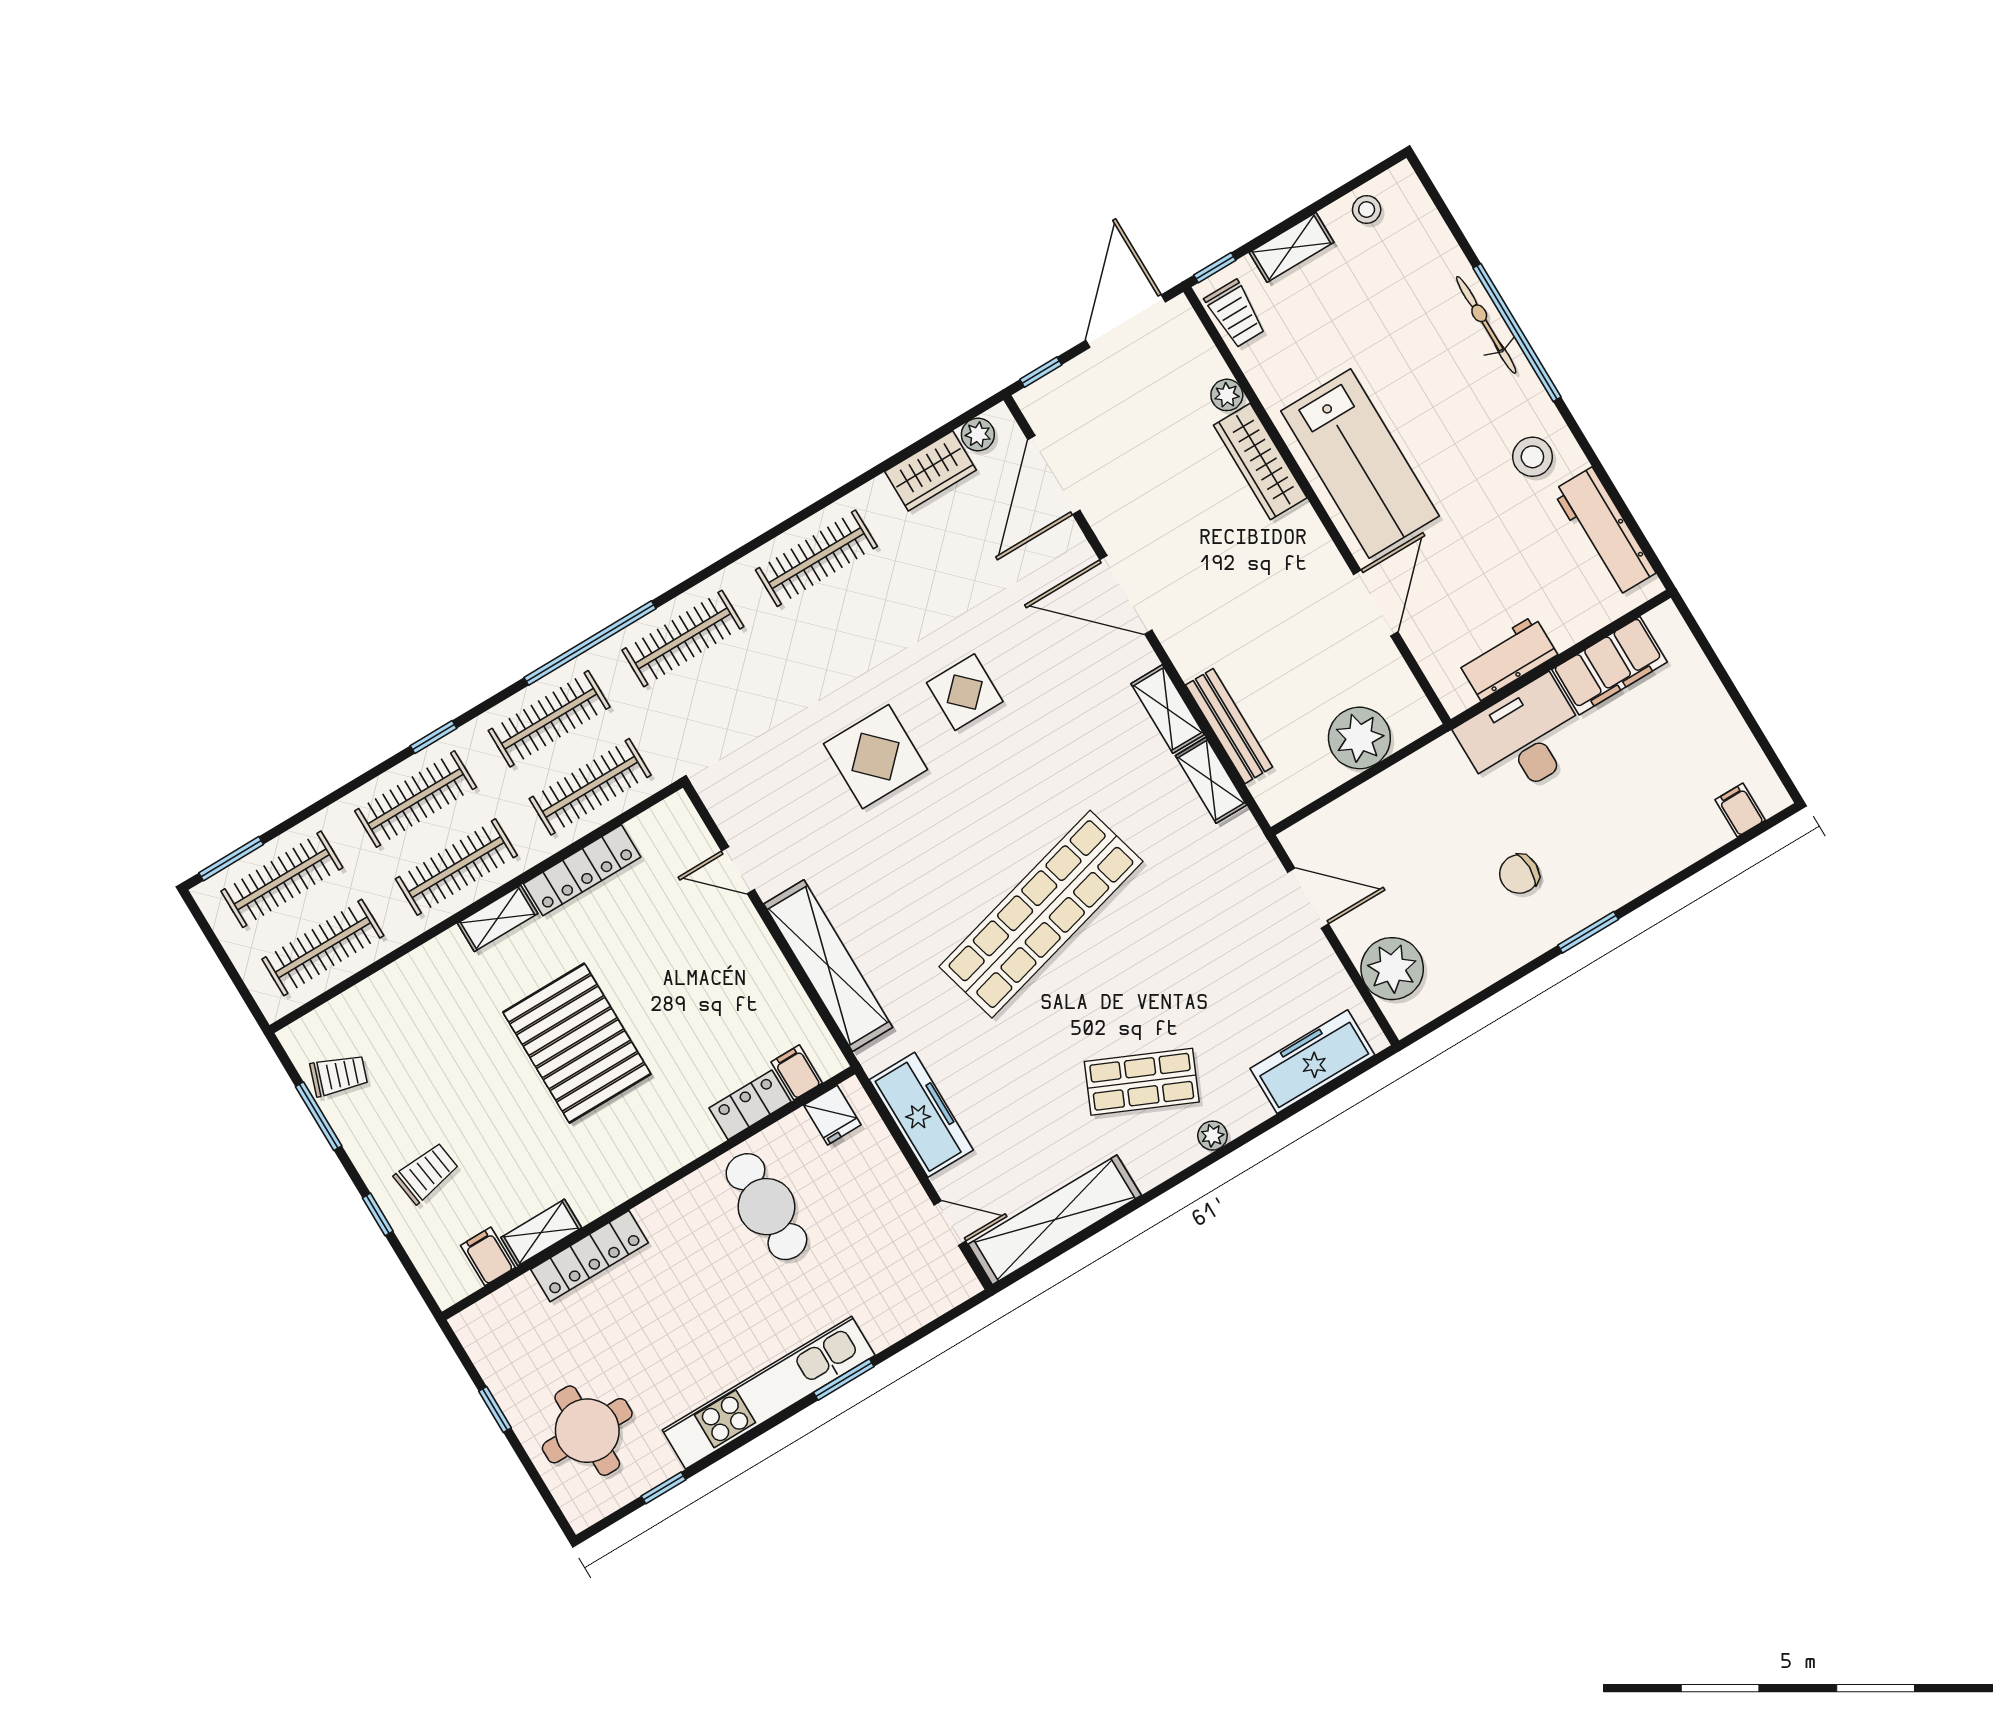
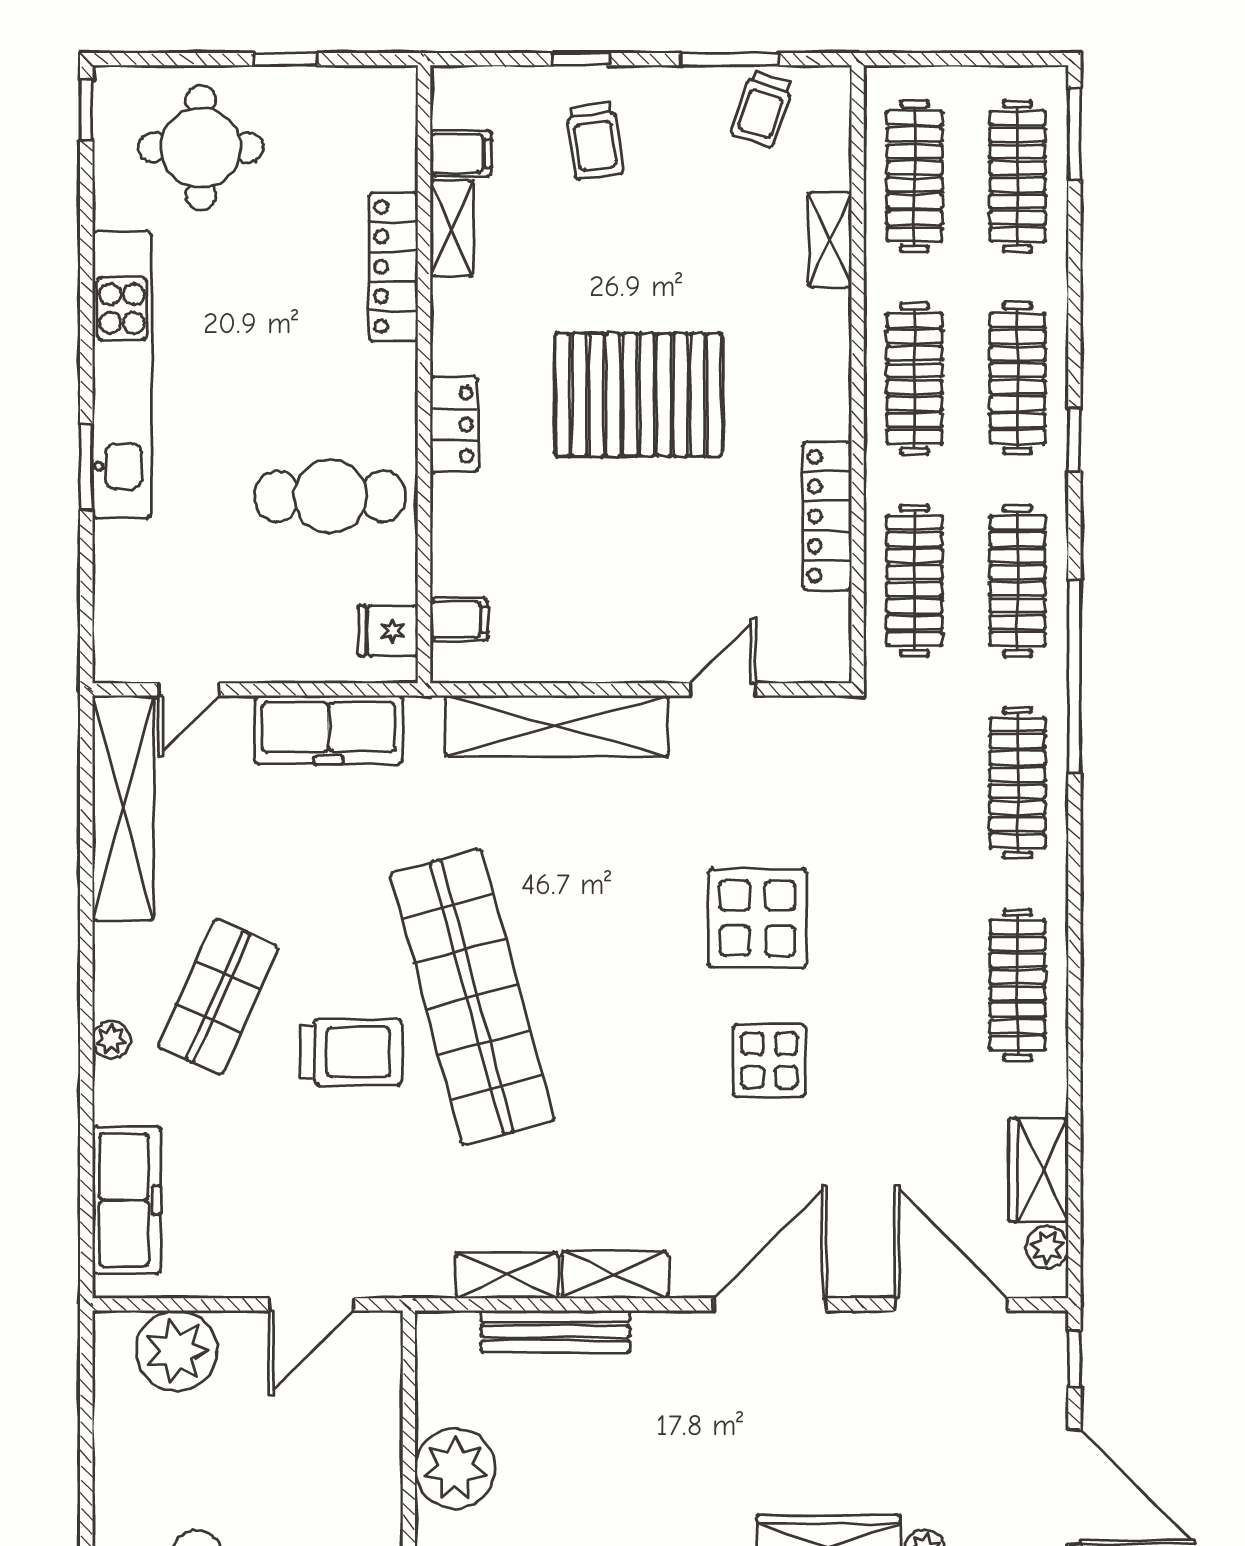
shelving: (498, 918) -> (830, 240), moved
trolley: (1126, 972) -> (351, 1052), added
locker: (750, 1105) -> (454, 425), moved
window: (663, 1488) -> (86, 110), moved

